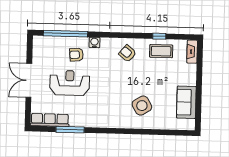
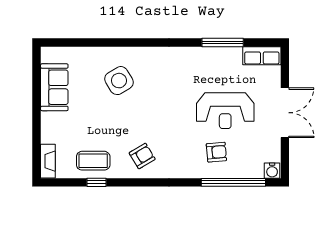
water cooler: (94, 42) -> (272, 171), moved
armchair: (127, 53) -> (142, 156), turned -71
row of seats: (50, 120) -> (262, 56), width x0.68

